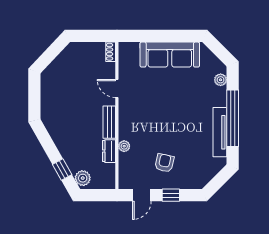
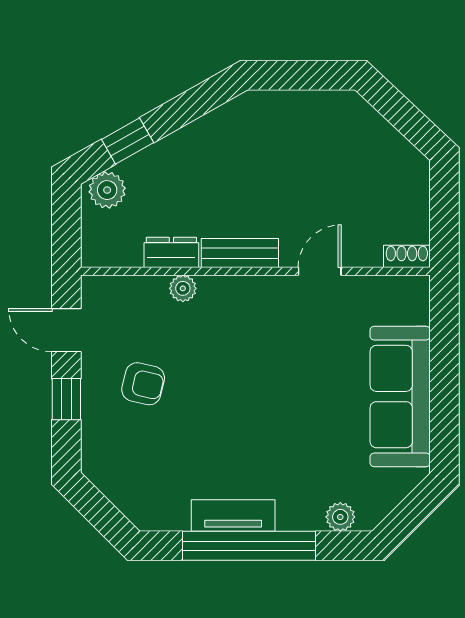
tv unit: (220, 132) -> (233, 516), width x0.71

